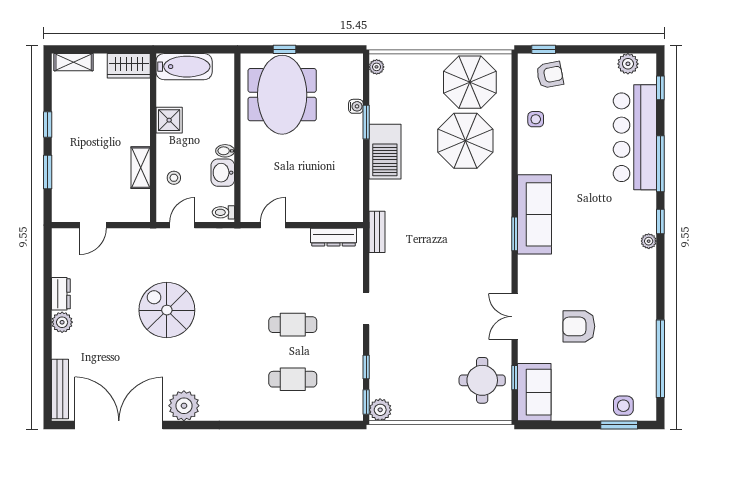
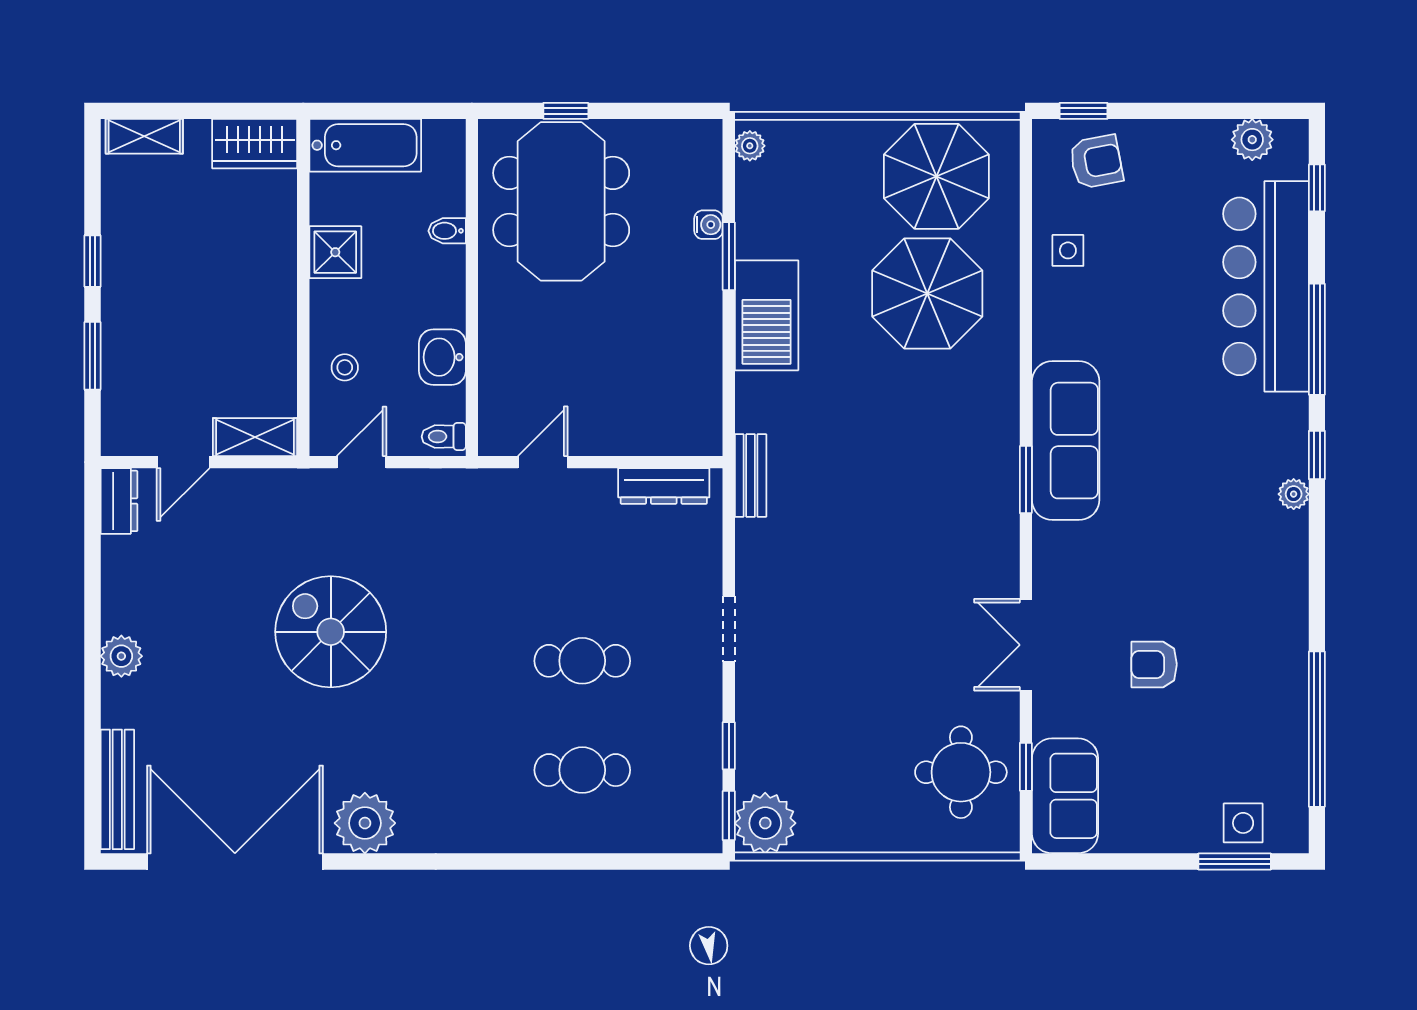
bidet: (225, 151) -> (447, 231), moved
shelving: (141, 168) -> (255, 437), moved, turned 90
dresser: (61, 294) -> (119, 501), moved
armchair: (579, 326) -> (1154, 664), width x0.72, depth x0.72
plant: (380, 410) -> (765, 823), width x1.36, depth x1.36

